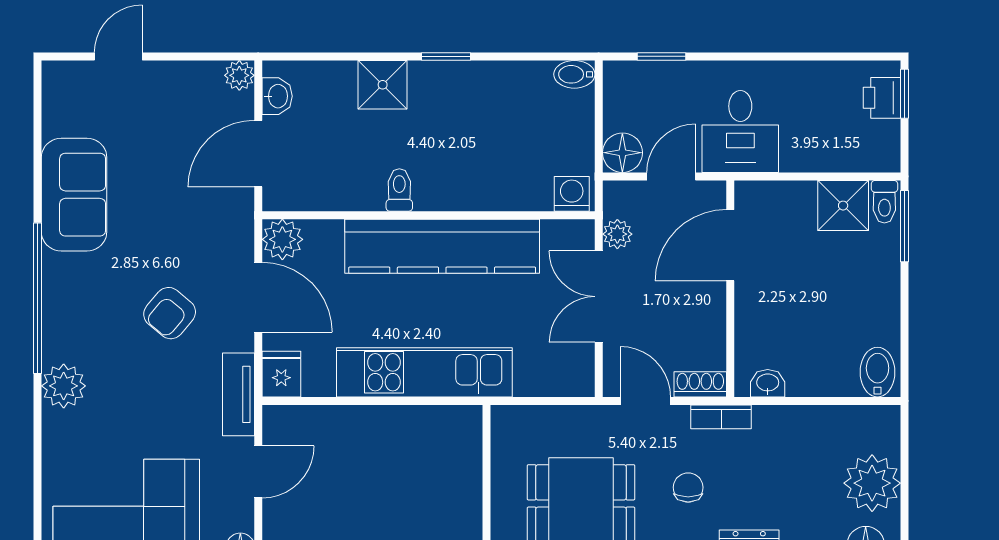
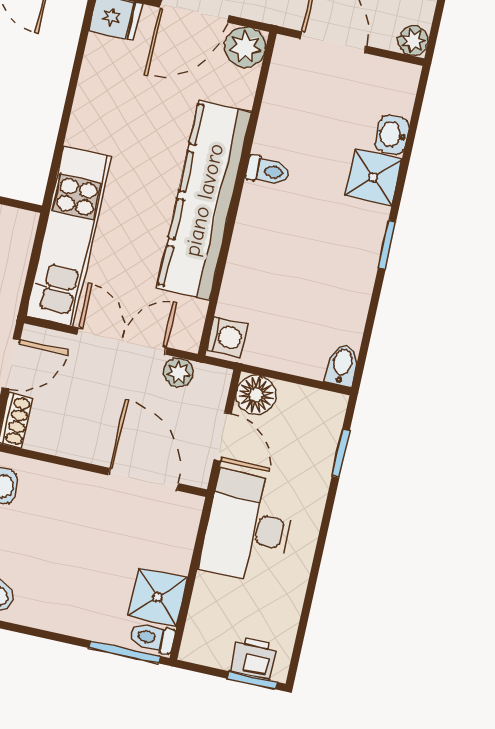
washbasin: (277, 96) -> (392, 135), moved, turned 90
desk: (740, 132) -> (248, 527), width x1.37
kitchen unit: (424, 372) -> (68, 236), moved

